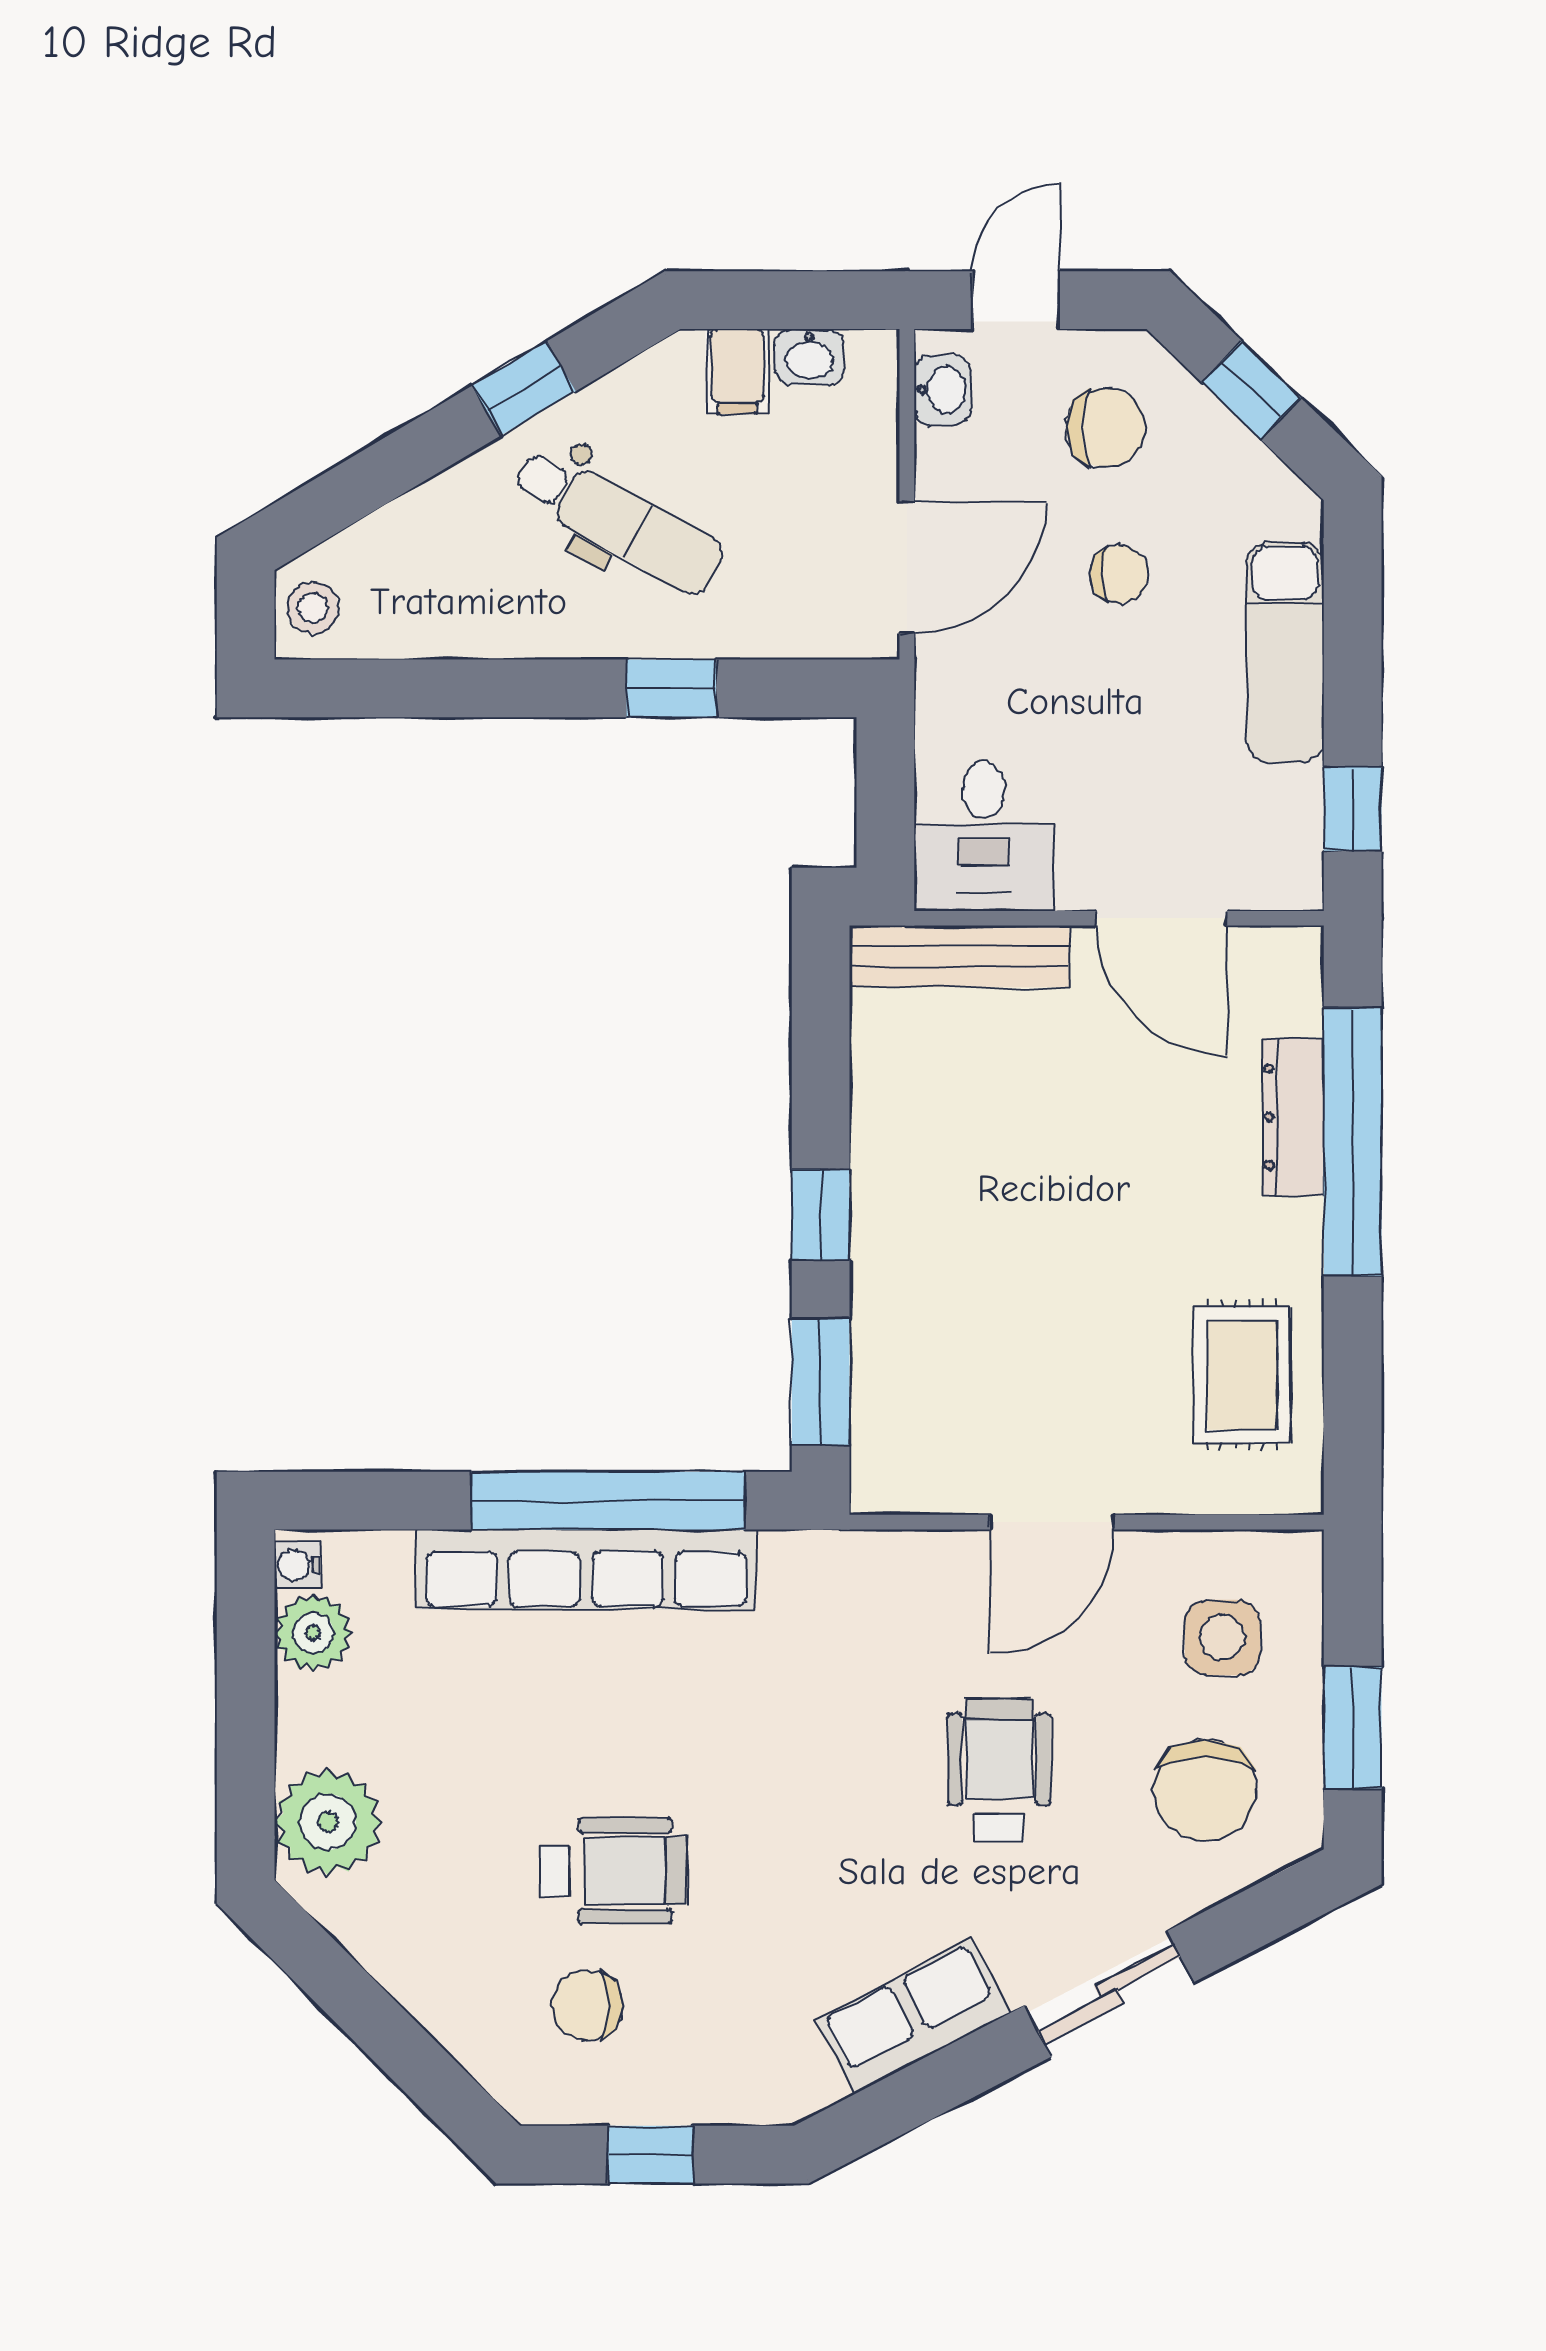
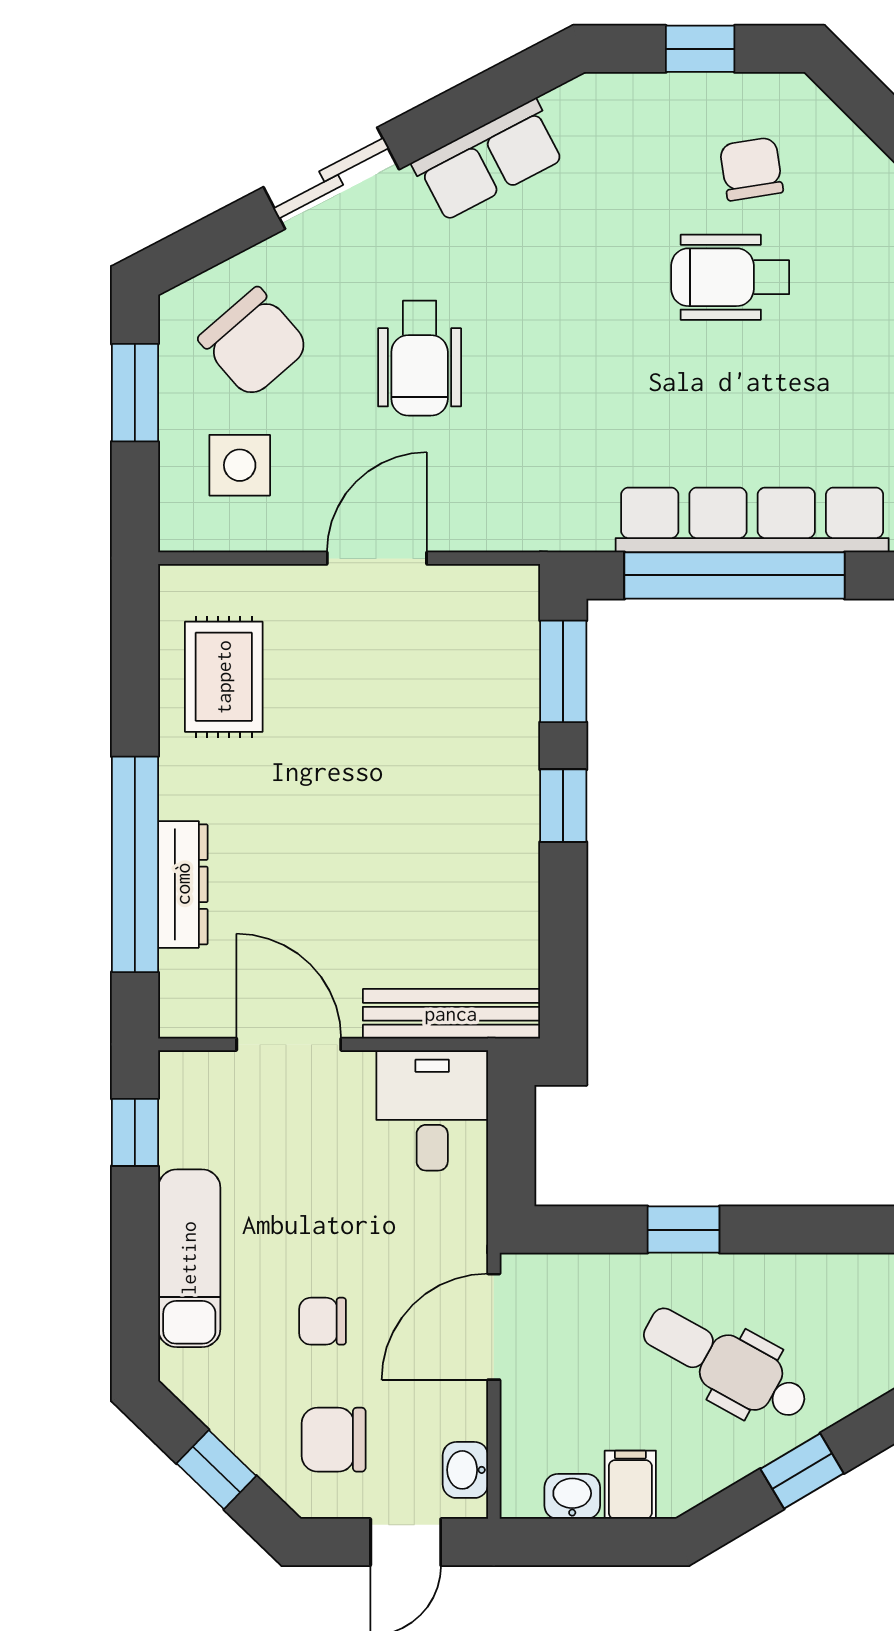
chair: (1205, 1790) -> (254, 343), turned 139
chair: (587, 2006) -> (751, 169), turned -99

